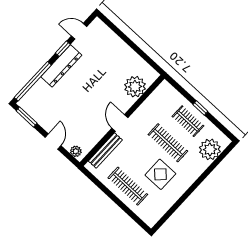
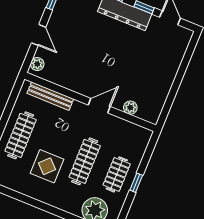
plant: (135, 87) -> (130, 108), width x0.53, depth x0.53
door: (120, 123) -> (99, 106), moved
door: (53, 141) -> (39, 35), hinge flipped

